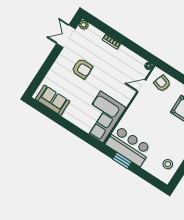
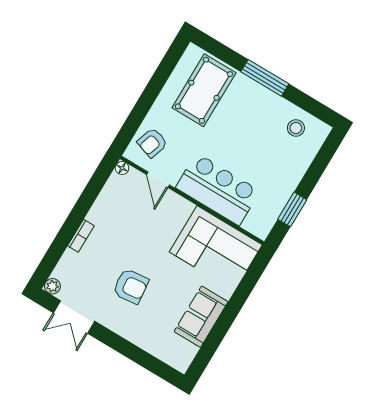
armchair: (82, 69) -> (131, 286), turned 84
sofa: (53, 100) -> (201, 317), moved
bar counter: (129, 146) -> (218, 189), moved, turned 90

